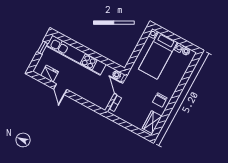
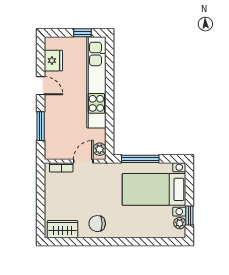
window: (185, 43) -> (189, 215), added
window: (136, 54) -> (140, 159), added
door: (60, 89) -> (41, 86), swing flipped
window: (84, 102) -> (41, 126), added

